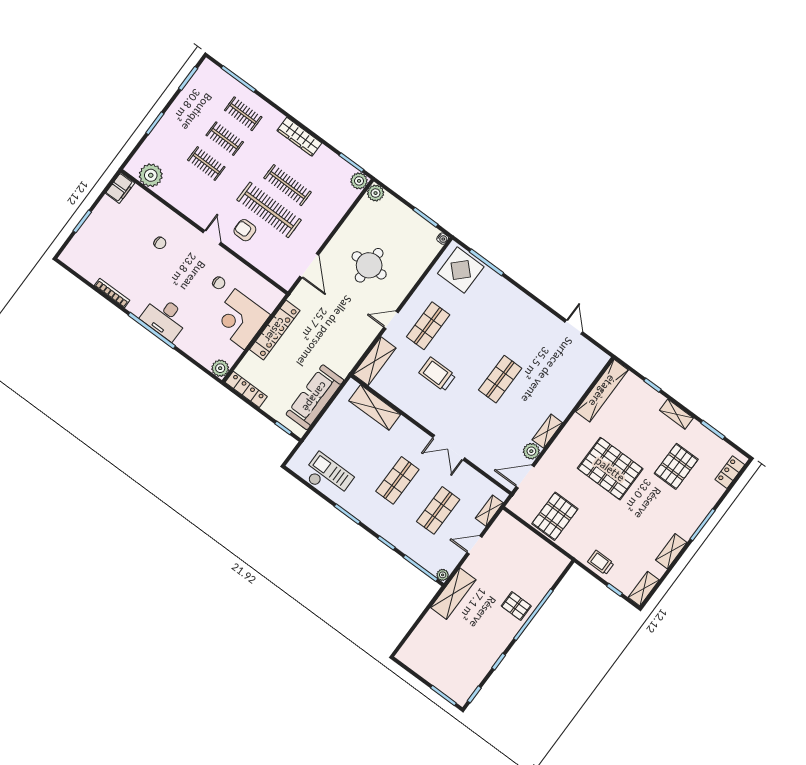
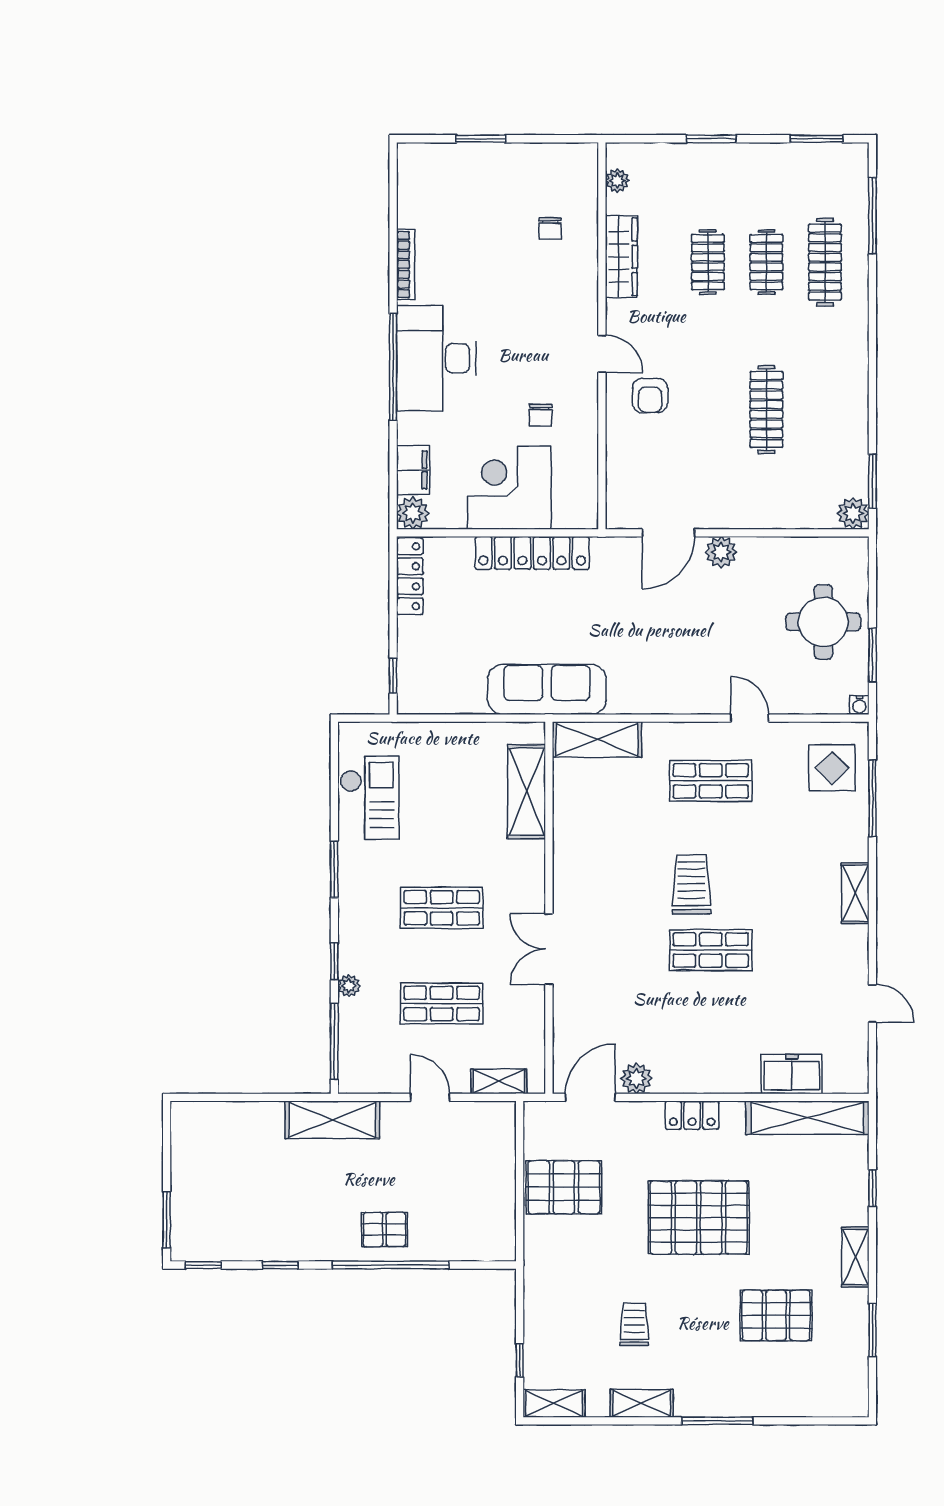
clothes rail: (243, 114) -> (825, 262), width x1.36
wardrobe: (299, 137) -> (621, 257), moved, turned 180
plant: (151, 175) -> (617, 181), width x0.53, depth x0.53
filing cabinet: (120, 188) -> (413, 470), moved, turned -90
plant: (376, 193) -> (721, 552), moved
clothes rail: (269, 210) -> (708, 409), removed
armchair: (245, 230) -> (650, 396), turned 180
door: (212, 238) -> (602, 354), hinge flipped
chair: (160, 243) -> (550, 229), moved
round table: (369, 265) -> (823, 622), moved
display table: (461, 270) -> (832, 768), width x0.73, depth x0.73
desk: (165, 318) -> (436, 358), width x1.36, depth x1.30
door: (391, 320) -> (750, 718), moved
door: (574, 327) -> (872, 1004), hinge flipped
trolley: (437, 374) -> (691, 884), moved
freezer: (578, 384) -> (792, 1074), added
sofa: (315, 397) -> (547, 689), moved
shelving: (547, 431) -> (855, 893), moved, turned 90
pallet: (610, 469) -> (699, 1218), turned 90
locker: (730, 472) -> (692, 1115), moved, turned 180
door: (525, 477) -> (590, 1097), hinge flipped
trolley: (601, 562) -> (634, 1324), moved
plant: (443, 575) -> (349, 986), moved
pallet: (516, 606) -> (384, 1229), turned 90

